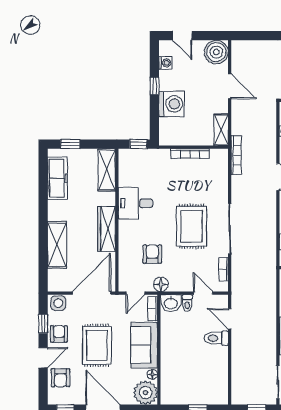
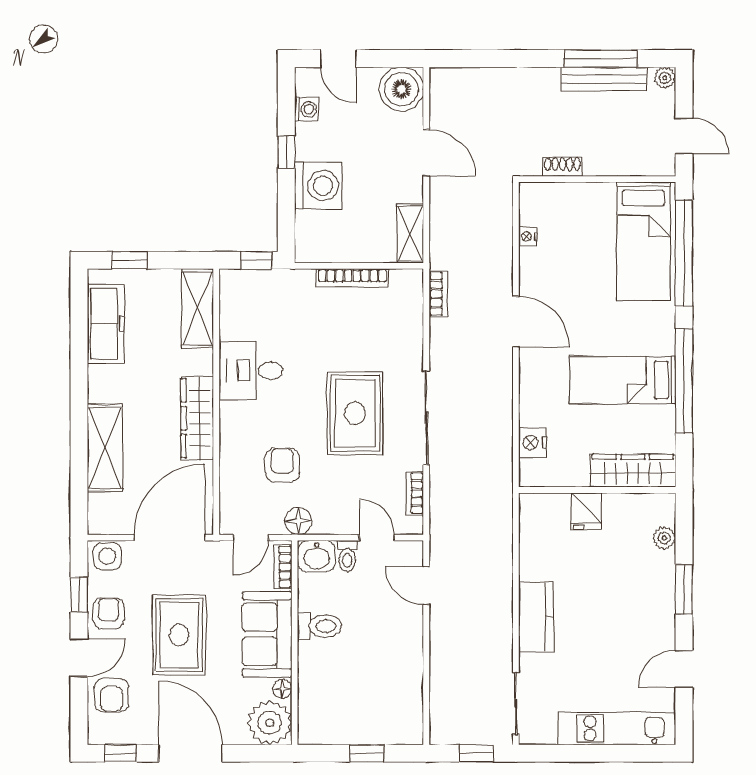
bookcase: (236, 155) -> (438, 294), width x0.64
toilet: (216, 338) -> (320, 626), moved, turned 180

